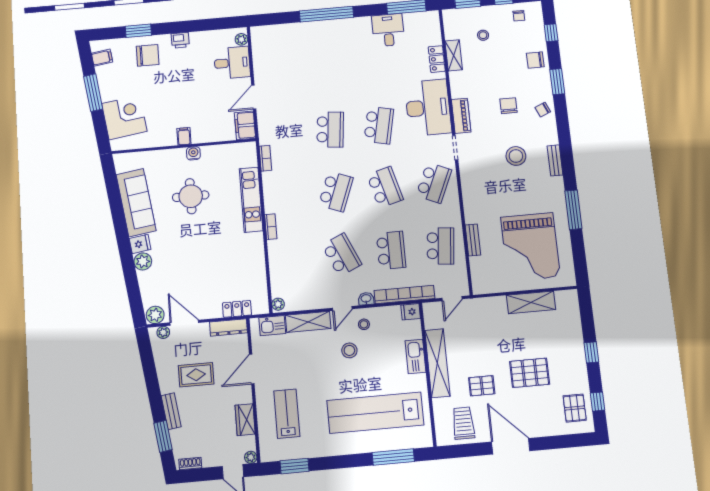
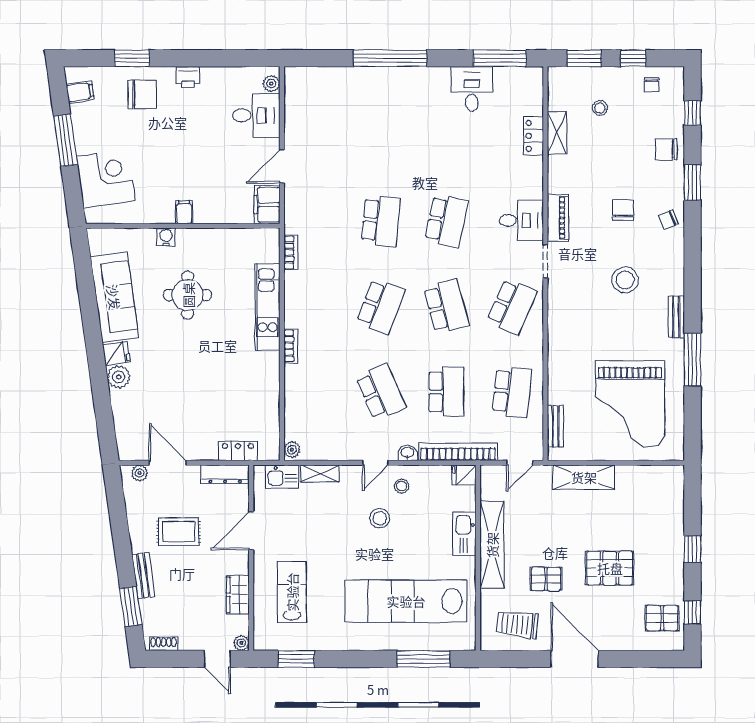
desk: (428, 108) -> (521, 220), width x0.53, depth x0.77
water cooler: (193, 153) -> (166, 237), moved
bench: (555, 160) -> (676, 317), moved
bench: (473, 240) -> (555, 426), moved
shelving: (531, 302) -> (584, 477), moved
plant: (155, 315) -> (131, 449), removed
shelving: (308, 322) -> (320, 473), width x0.67, depth x0.75
pallet: (575, 408) -> (662, 618), turned 90
trolley: (463, 423) -> (517, 624), turned -84

